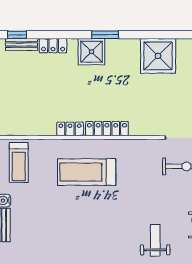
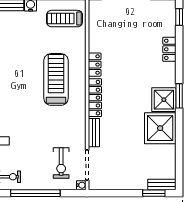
bench: (22, 45) -> (94, 133), moved
shower: (92, 52) -> (164, 100), moved
shower: (158, 56) -> (160, 128), moved

